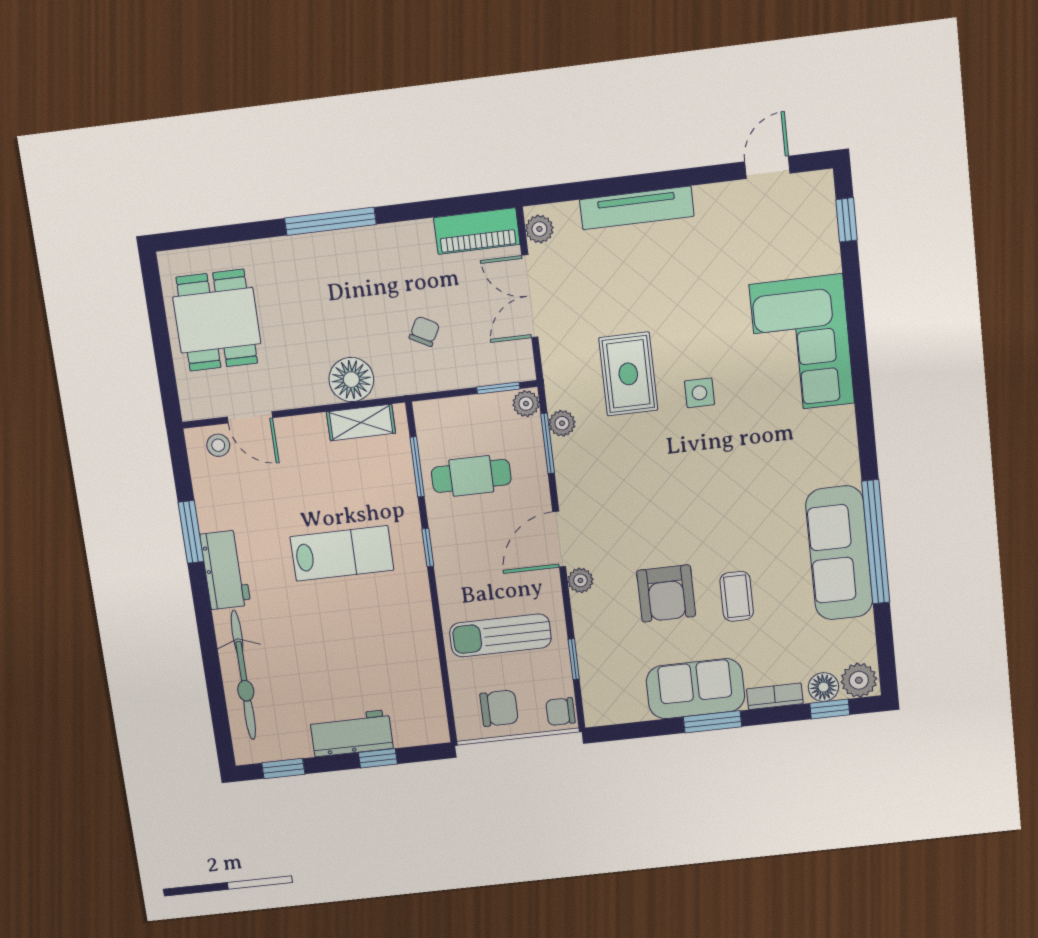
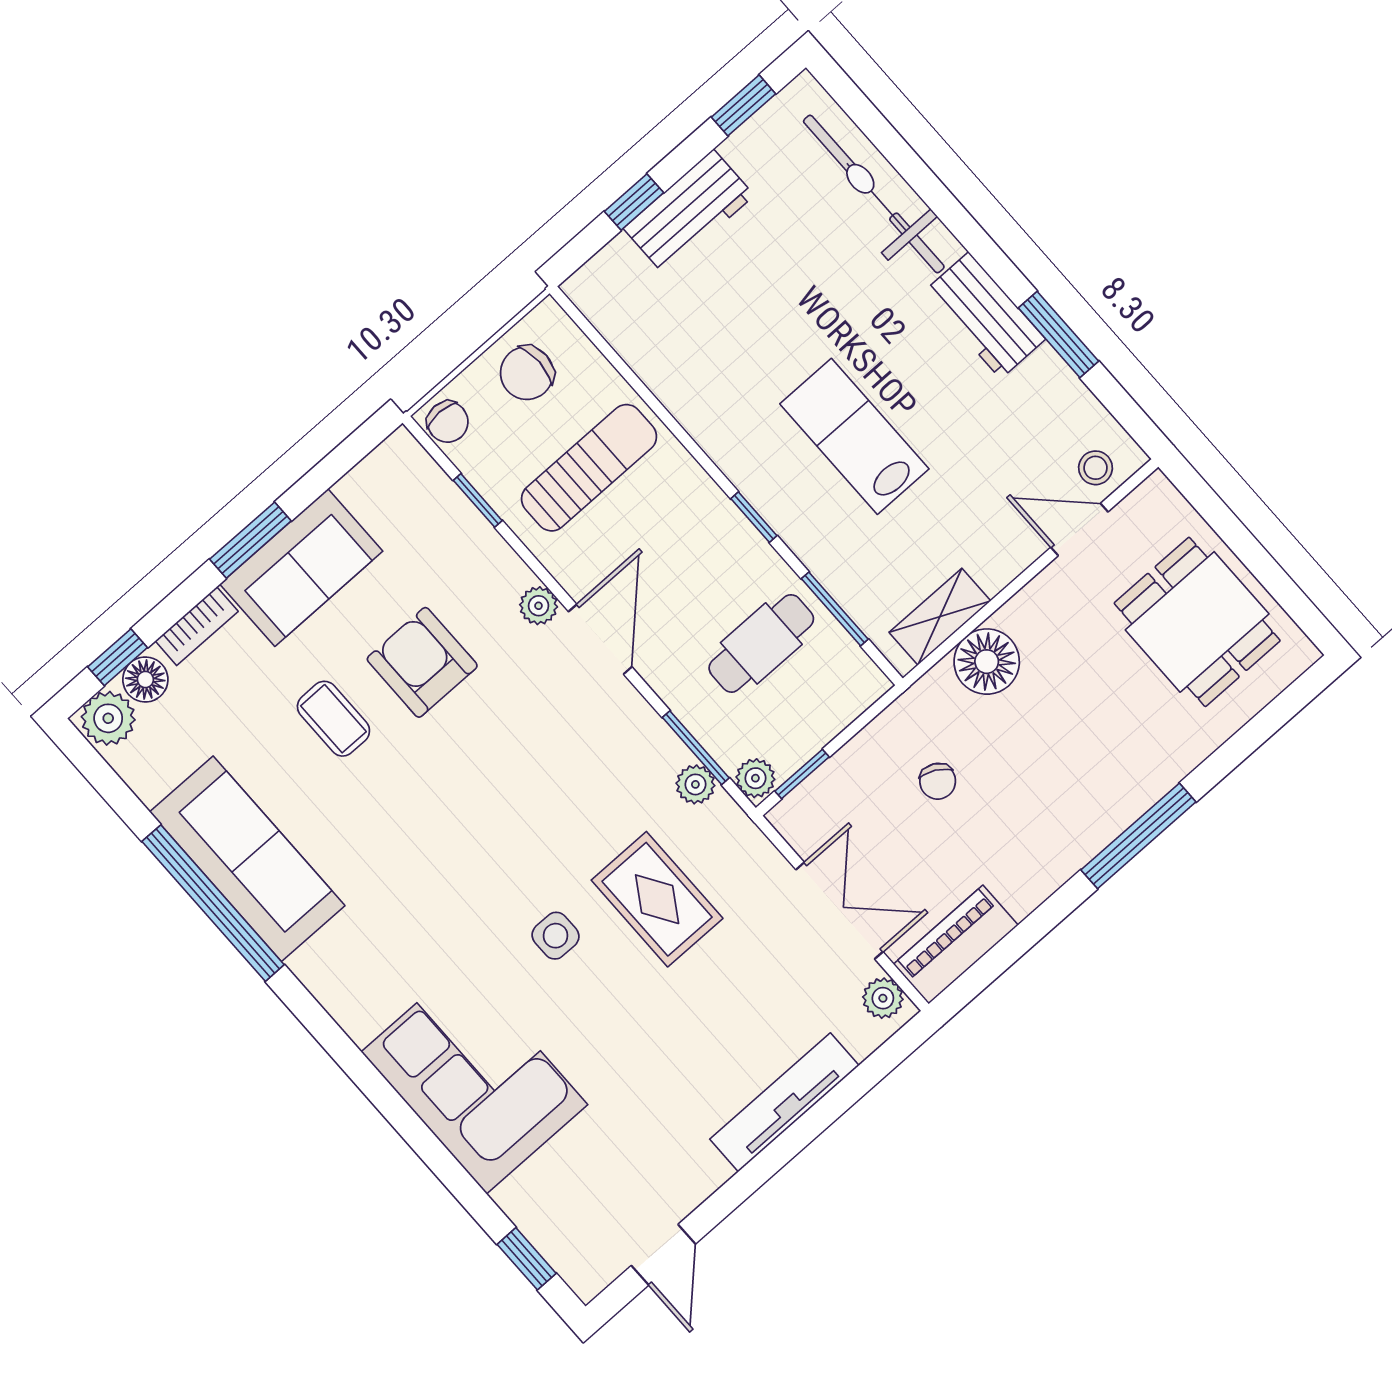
lab bench: (342, 553) -> (854, 436), turned 90
chair: (560, 712) -> (448, 422), turned 90

